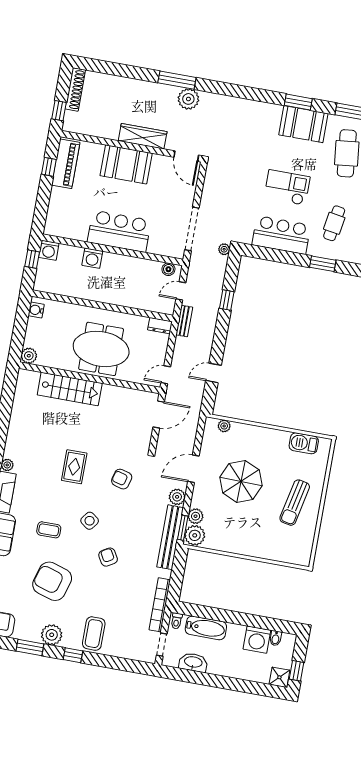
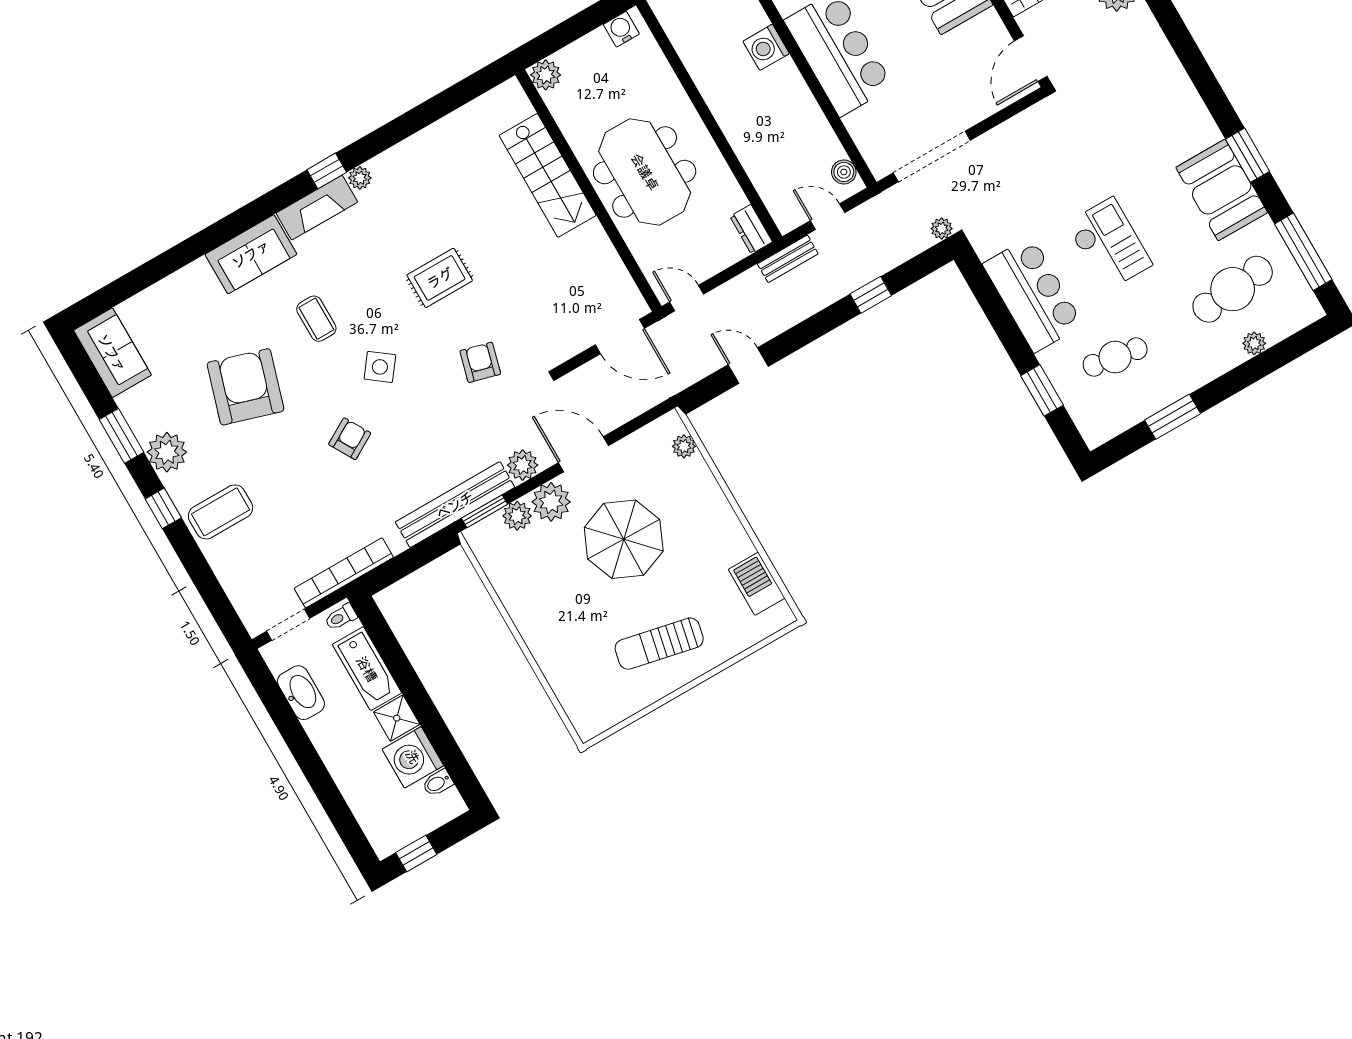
plant: (195, 535) -> (551, 502), moved
shower: (279, 677) -> (397, 718), moved

